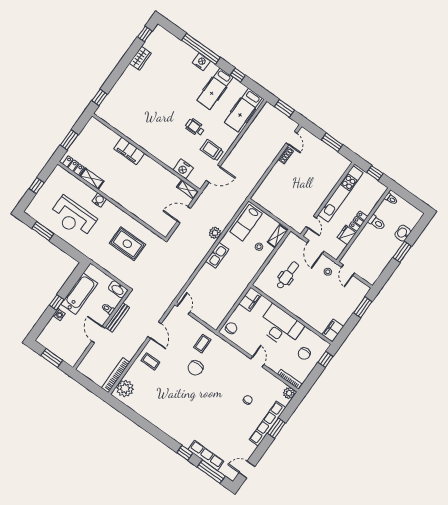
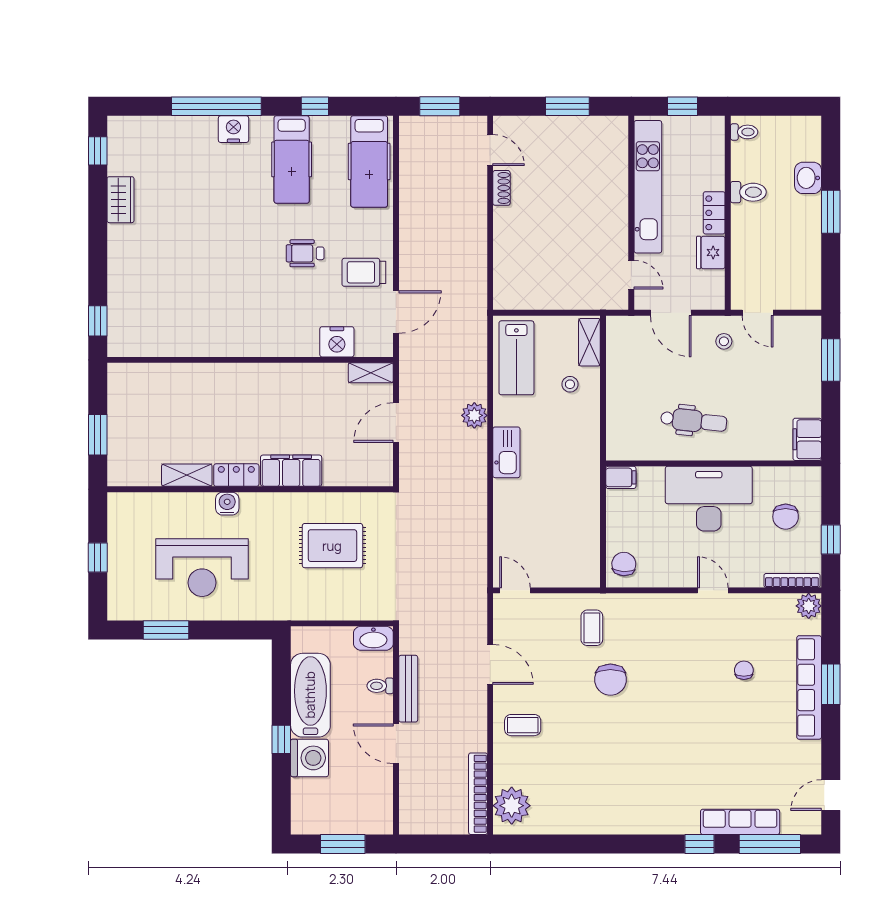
filing cabinet: (129, 151) -> (291, 471), moved, turned 180
locker: (73, 165) -> (236, 475), moved
dental chair: (288, 275) -> (694, 421), moved, turned 96
filing cabinet: (250, 299) -> (621, 477), width x0.50
washing machine: (59, 315) -> (309, 758), width x1.89, depth x1.89
window: (325, 359) -> (831, 539), moved

